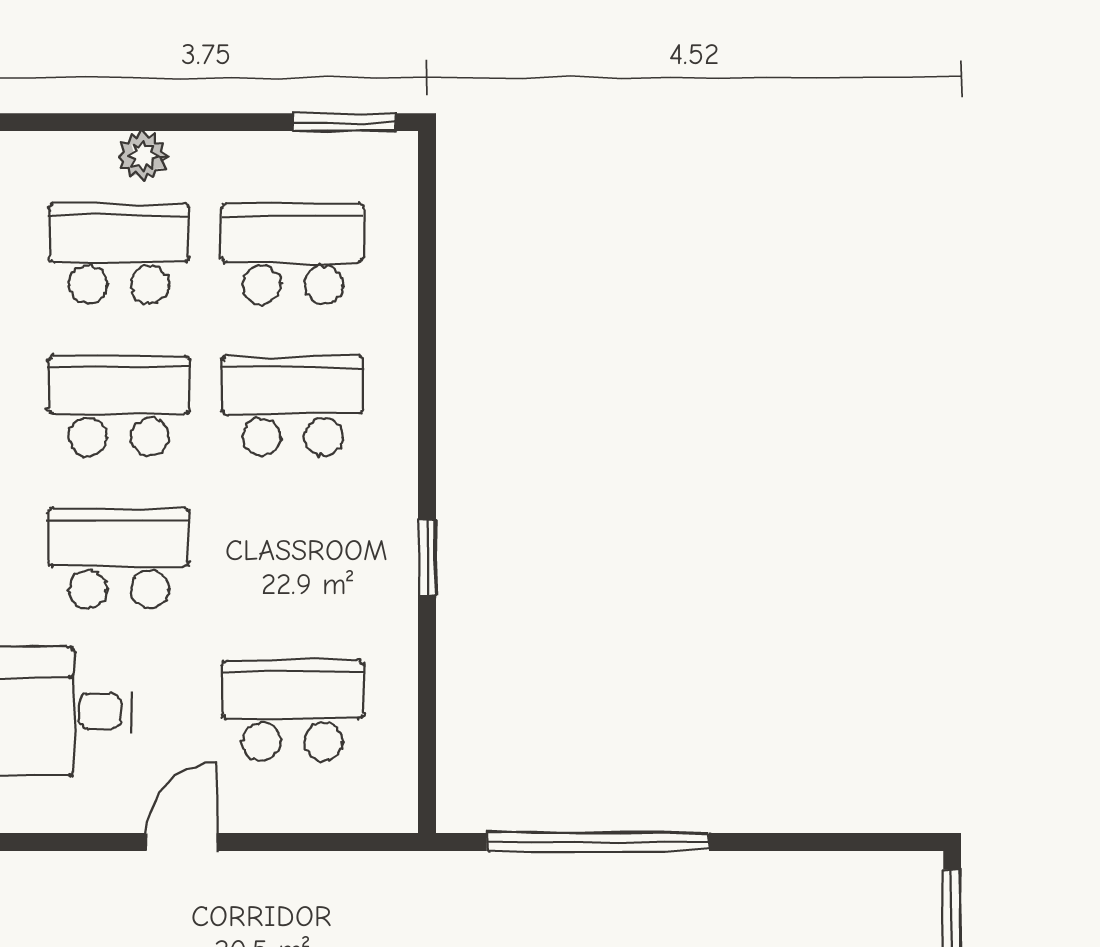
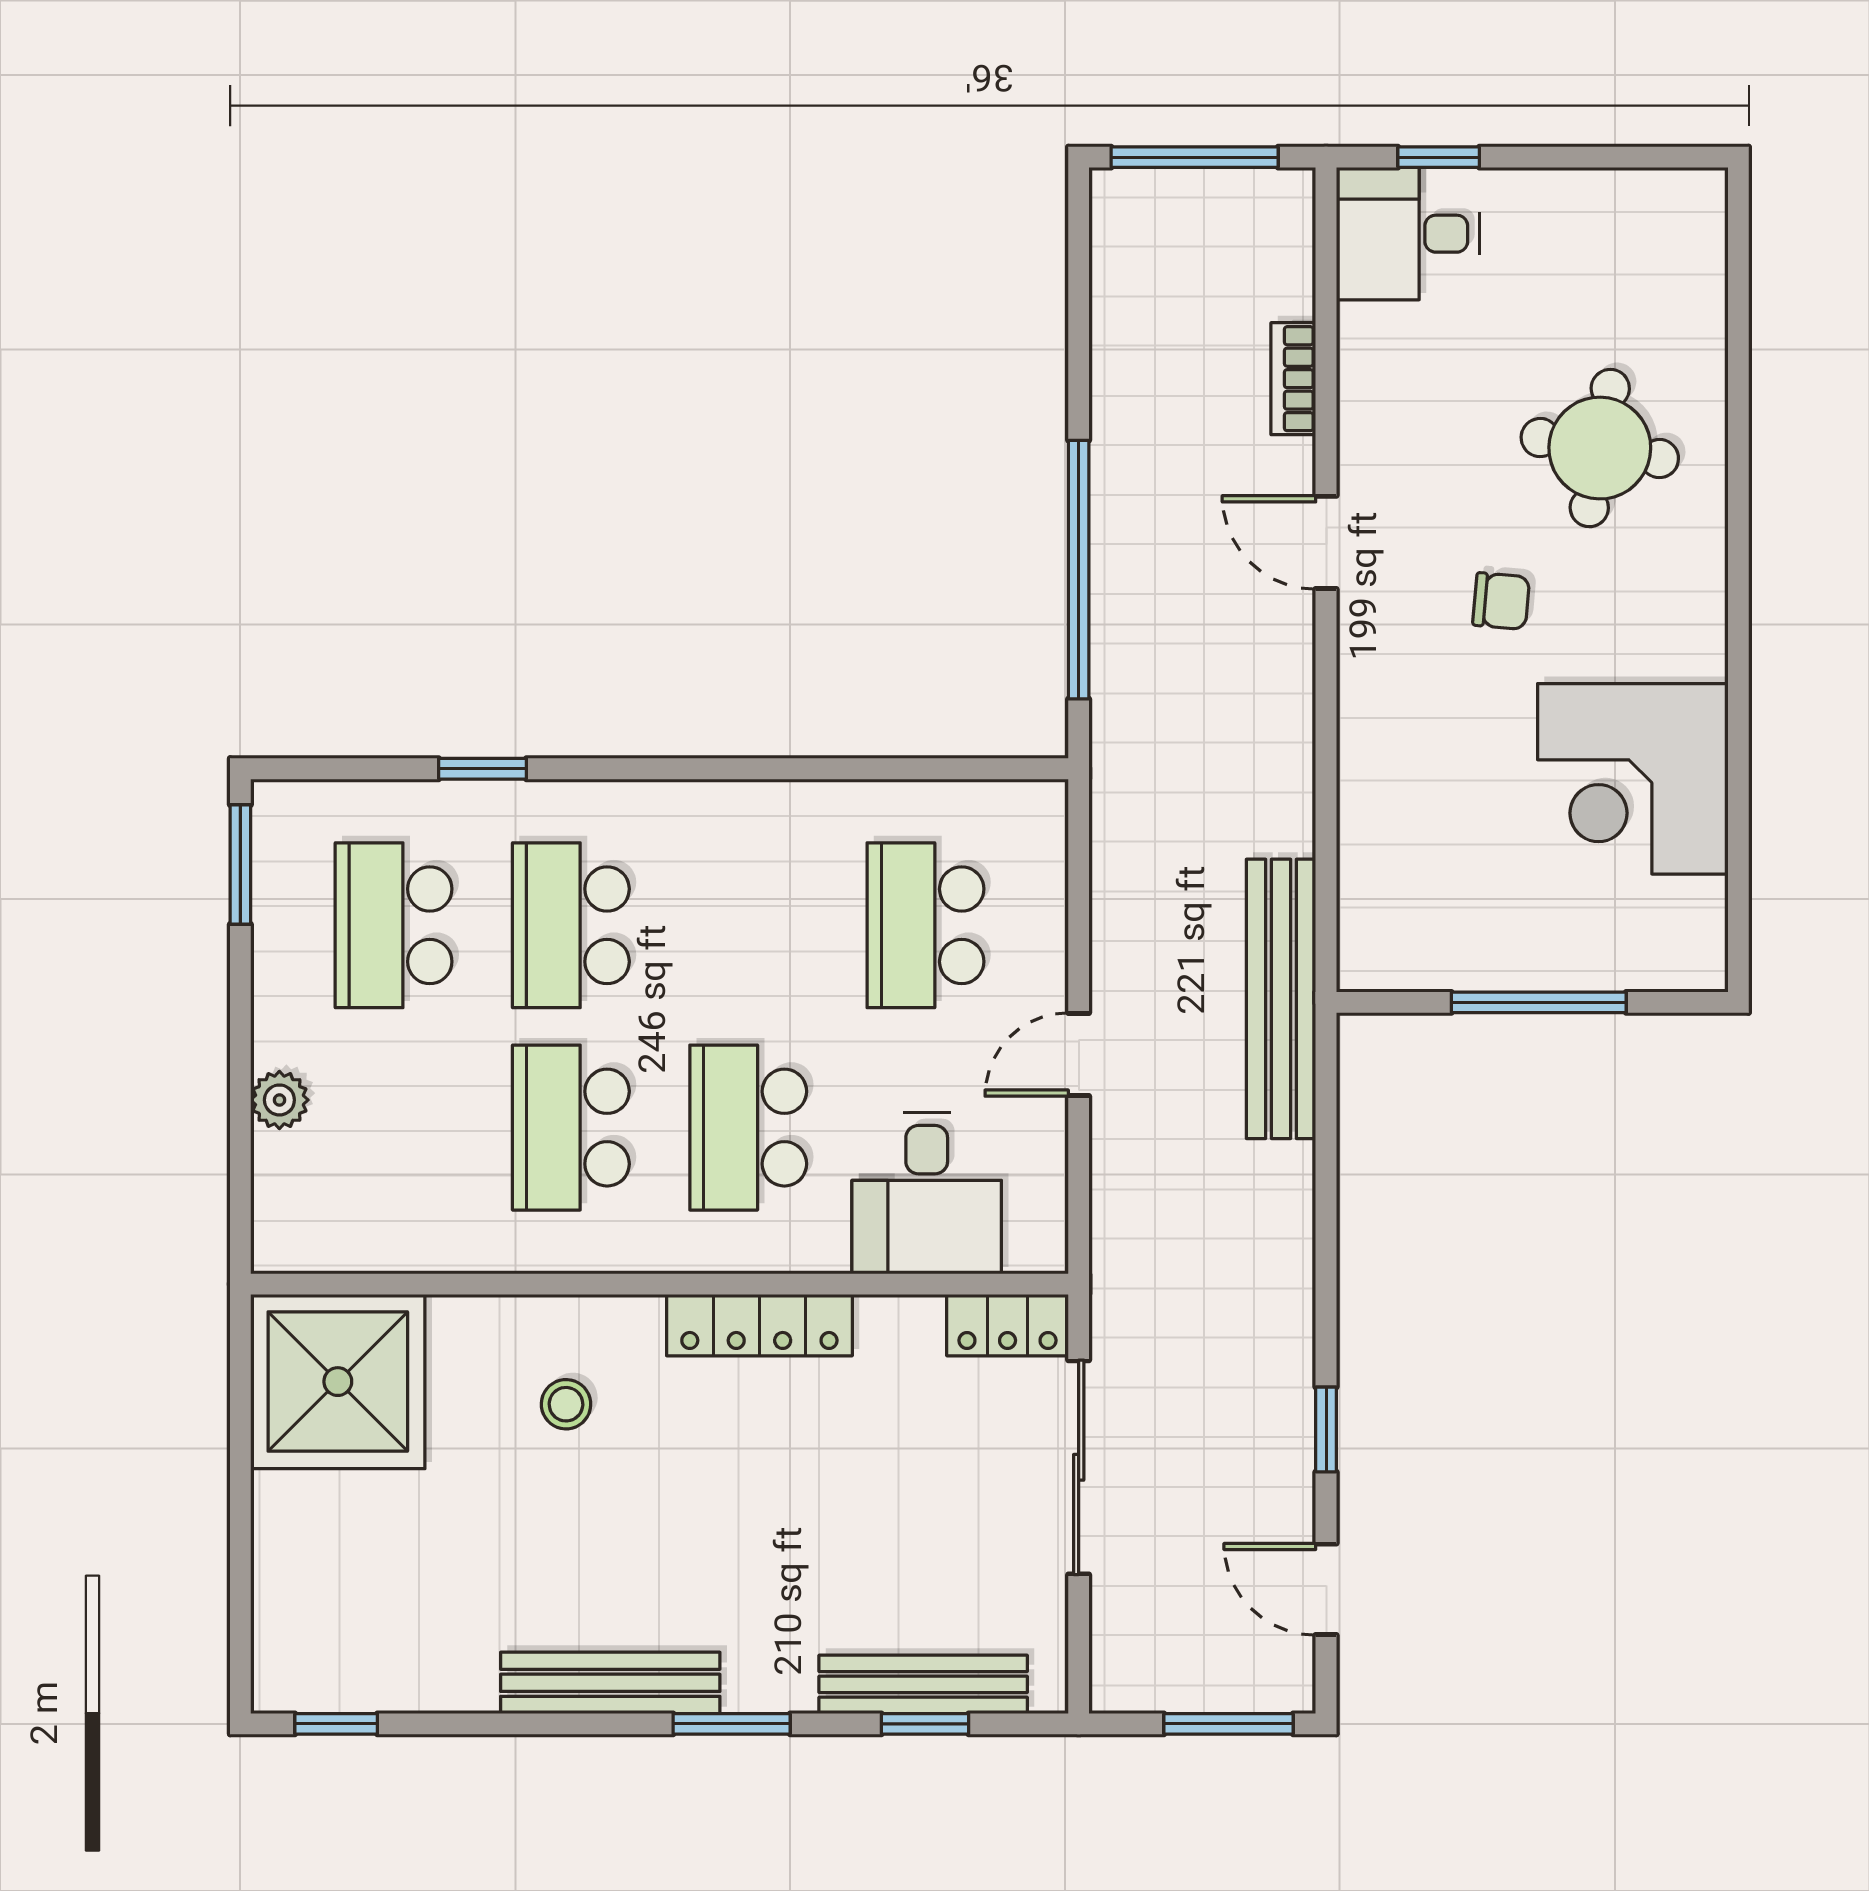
school desk: (119, 254) -> (394, 1128), removed
window: (427, 557) -> (482, 769), moved
door: (182, 842) -> (1079, 1054), hinge flipped

